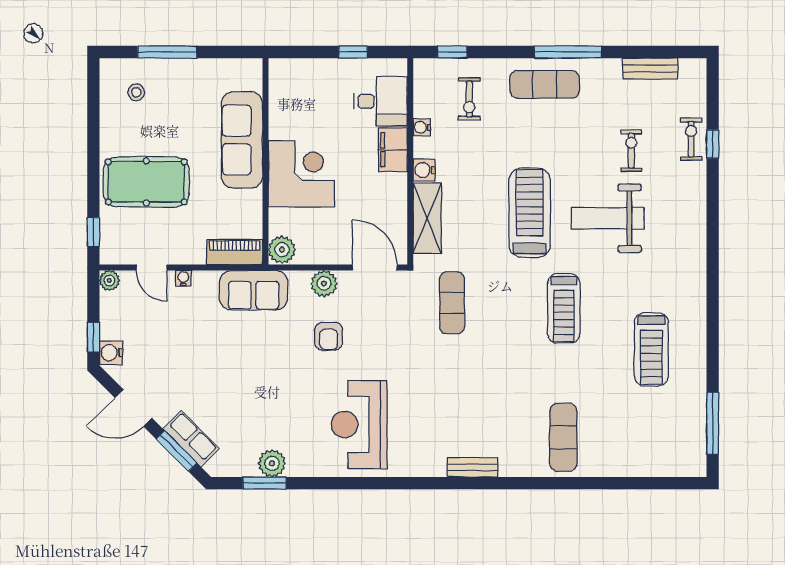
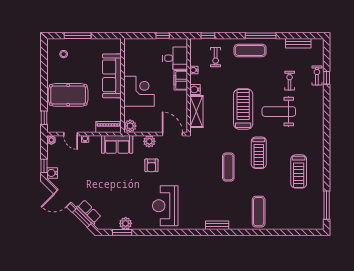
exercise mat: (452, 303) -> (228, 167), moved

